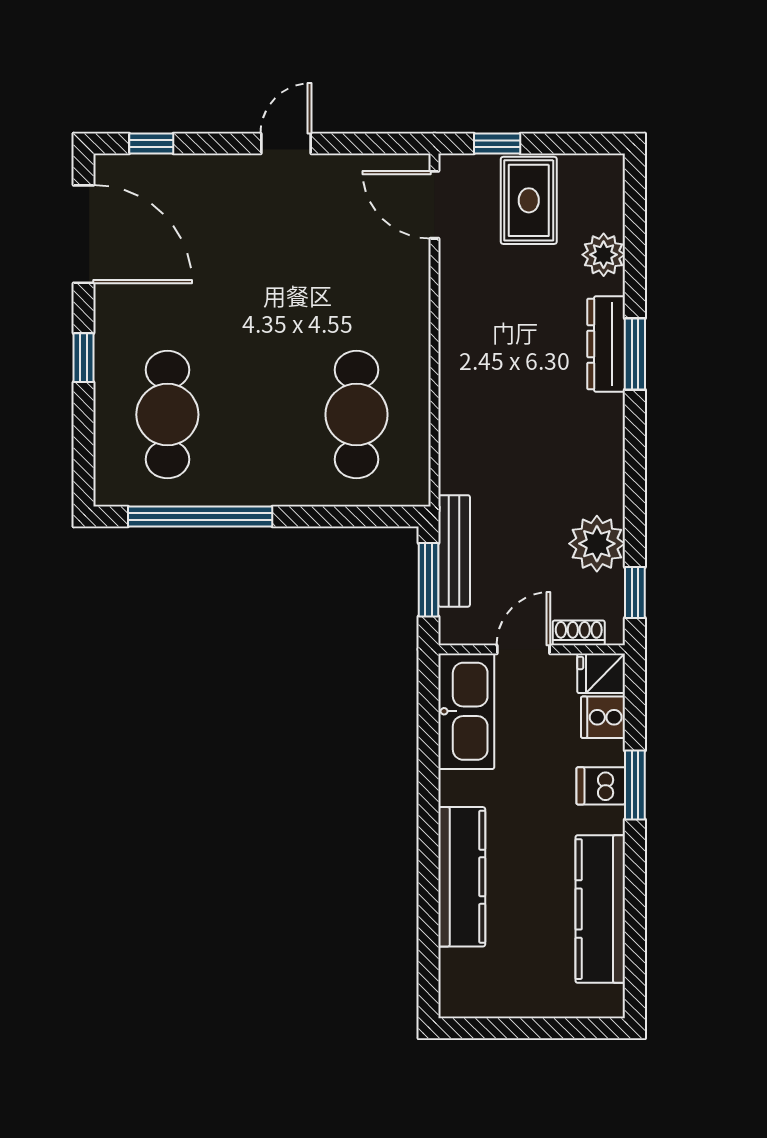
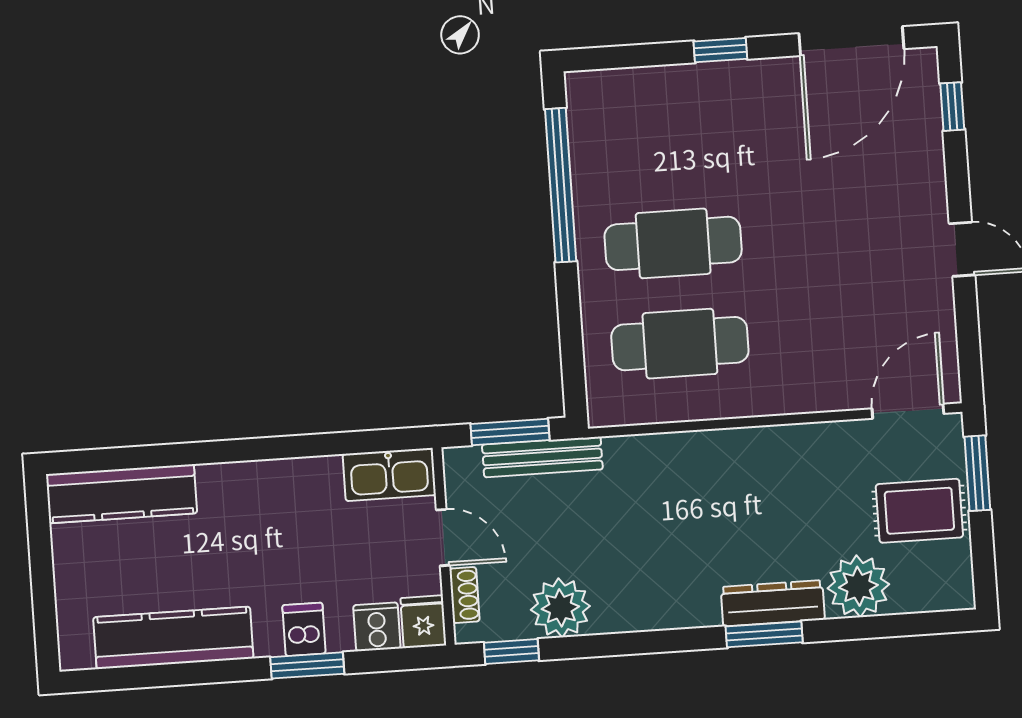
window: (497, 144) -> (977, 473), width x1.50
plant: (604, 255) -> (858, 586), width x1.36, depth x1.36
cafe table: (167, 415) -> (673, 243), moved
kitchen sink: (466, 711) -> (389, 475), width x0.73, depth x0.81
kitchen counter: (462, 877) -> (121, 494), moved

